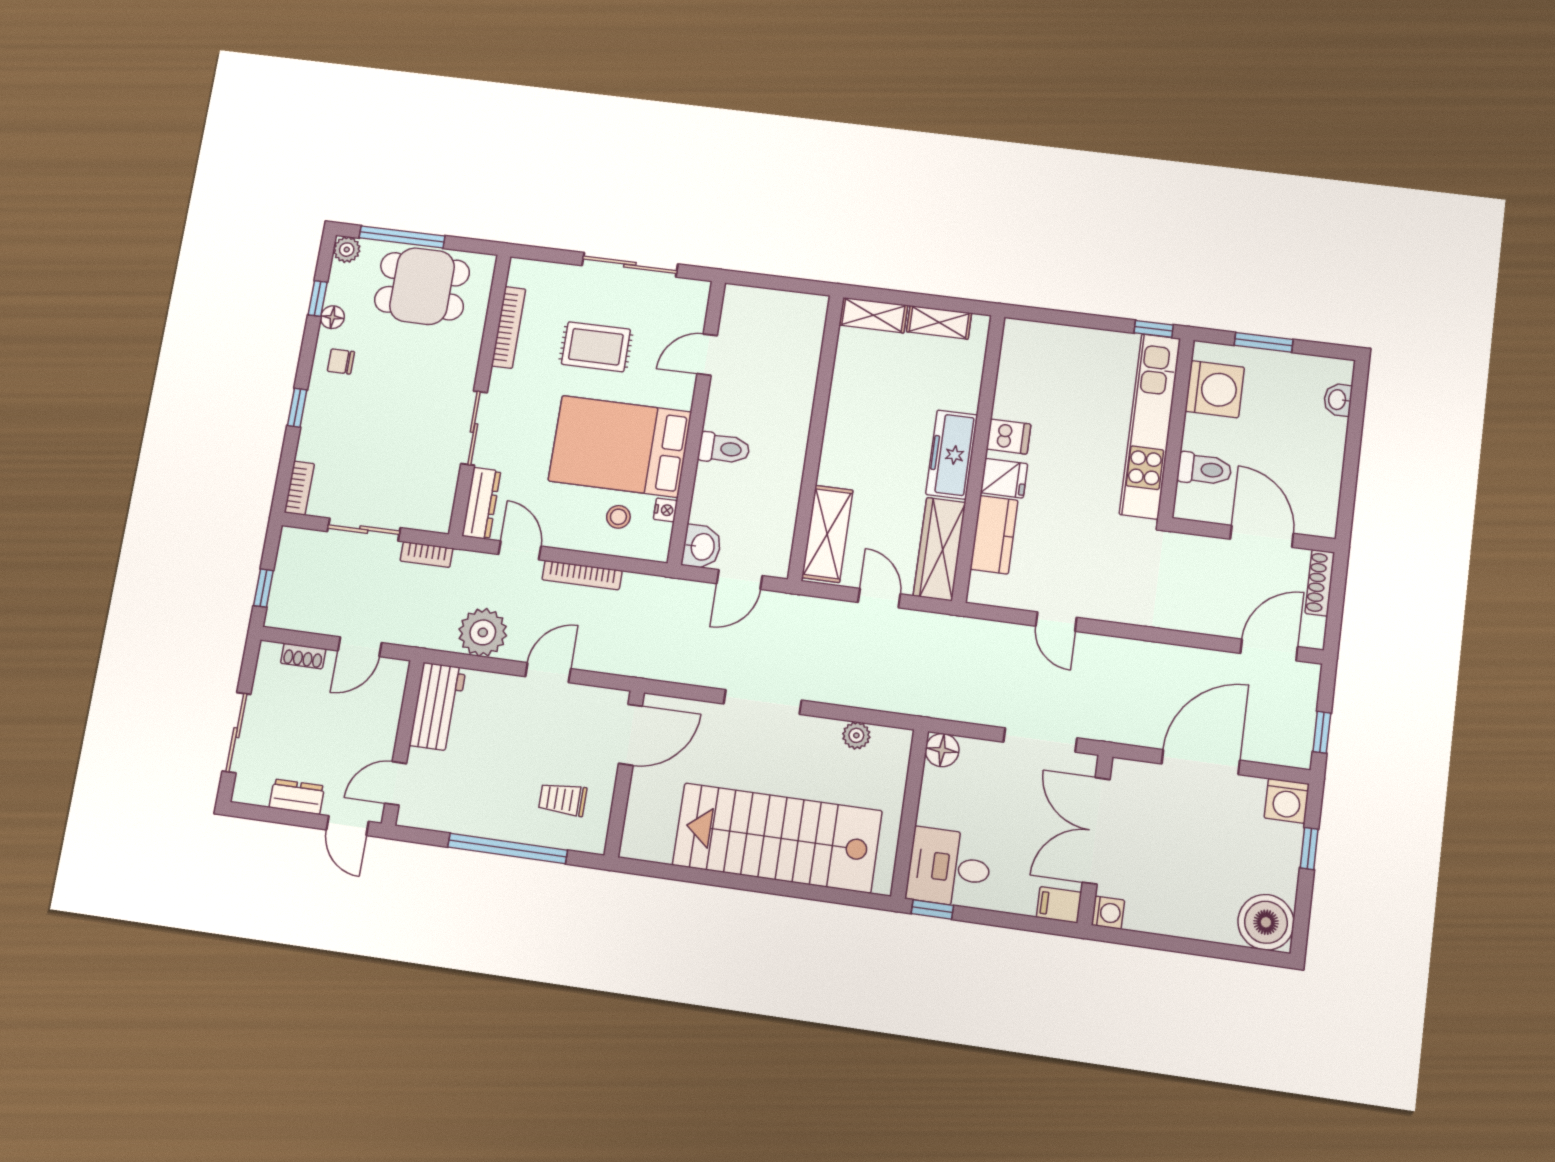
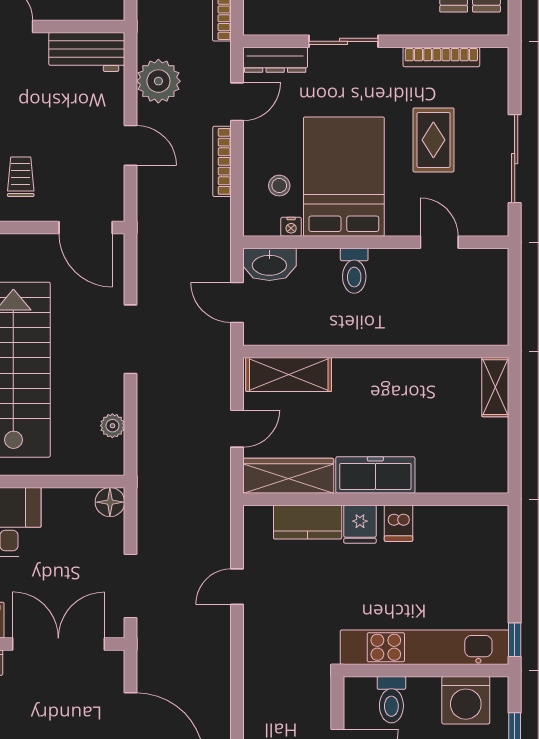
shelving: (939, 322) -> (496, 447), removed
washbasin: (702, 547) -> (269, 264), width x1.38

